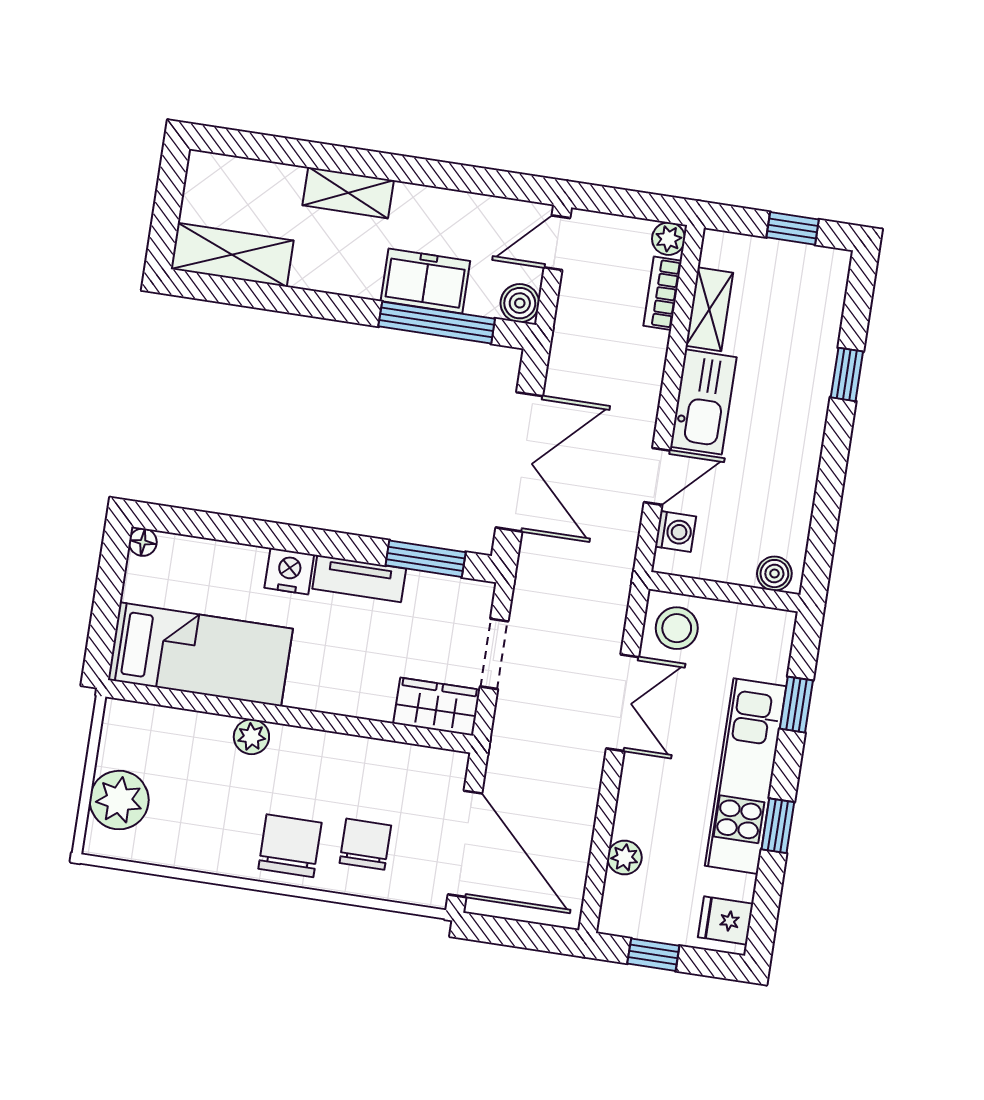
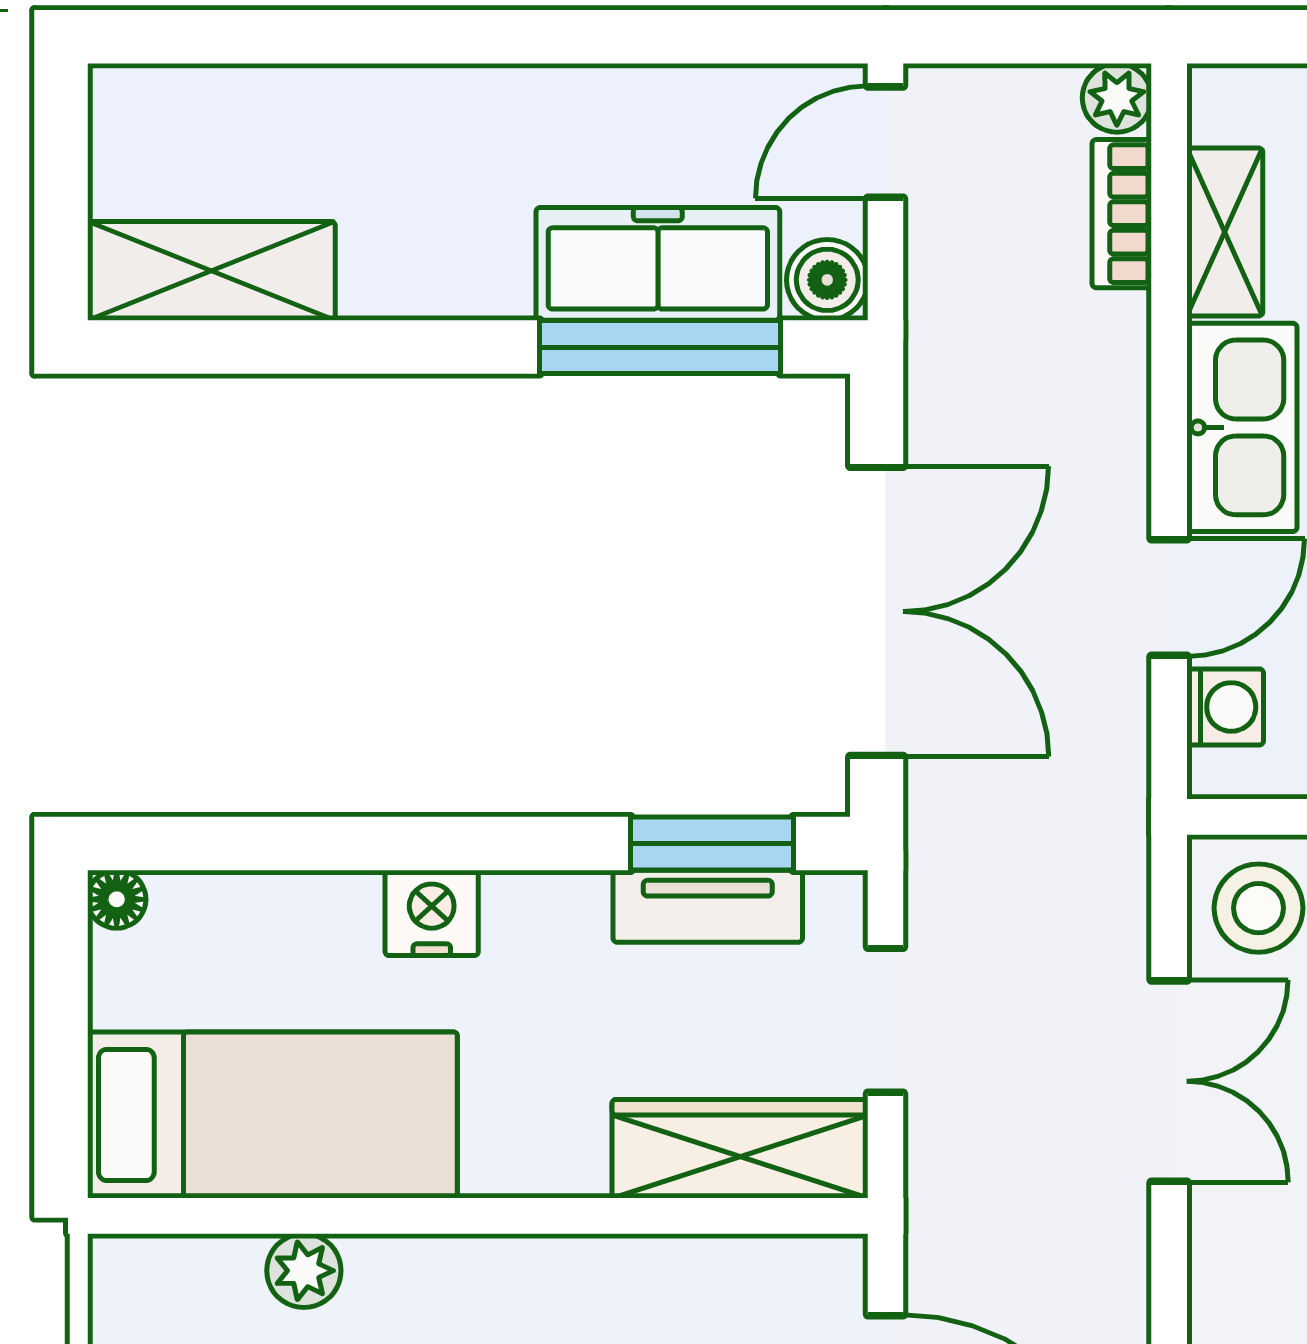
shelving: (348, 193) -> (434, 104), removed
freezer: (425, 281) -> (658, 264), width x1.40
tv unit: (359, 579) -> (708, 906), moved
wardrobe: (437, 707) -> (740, 1149), width x1.50
plant: (251, 737) -> (304, 1271), moved

